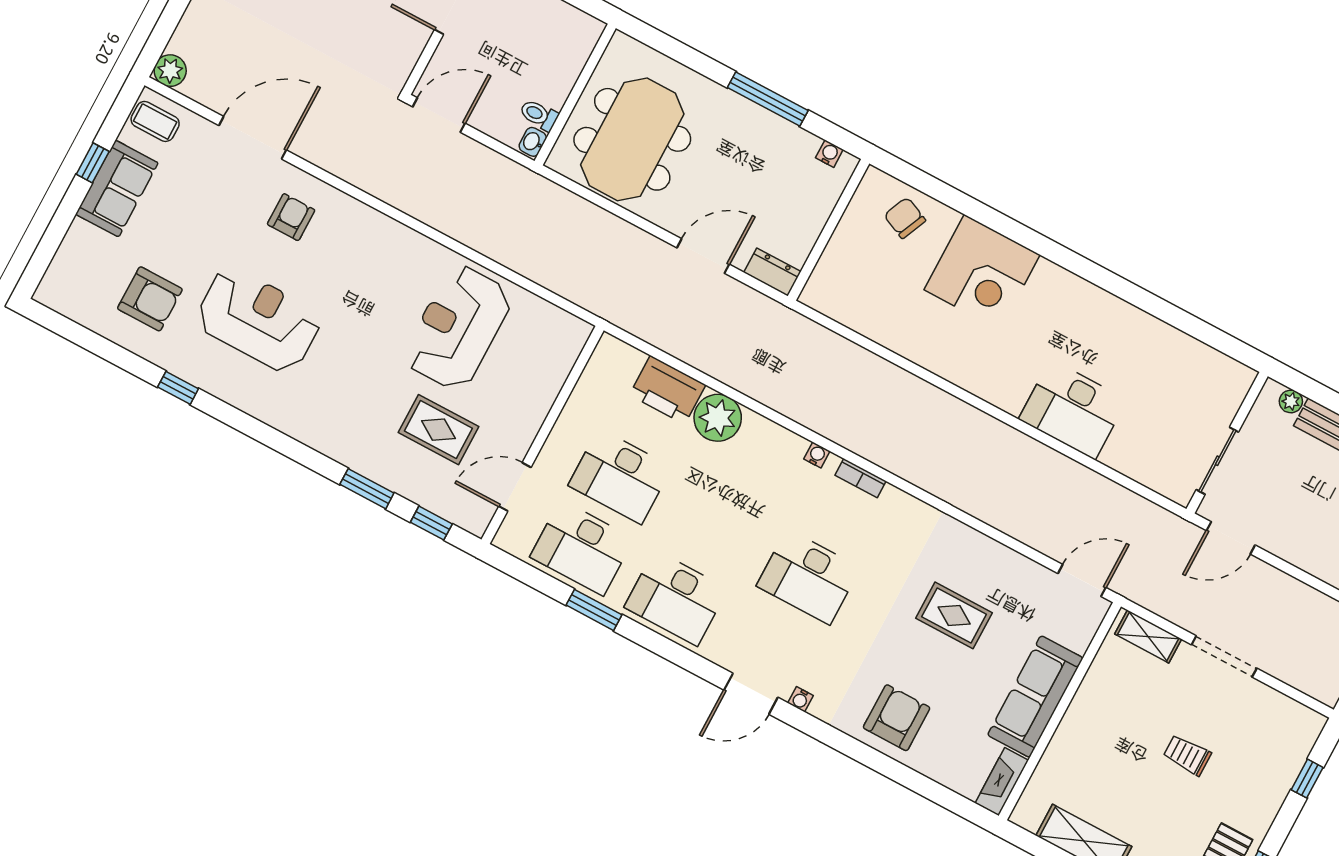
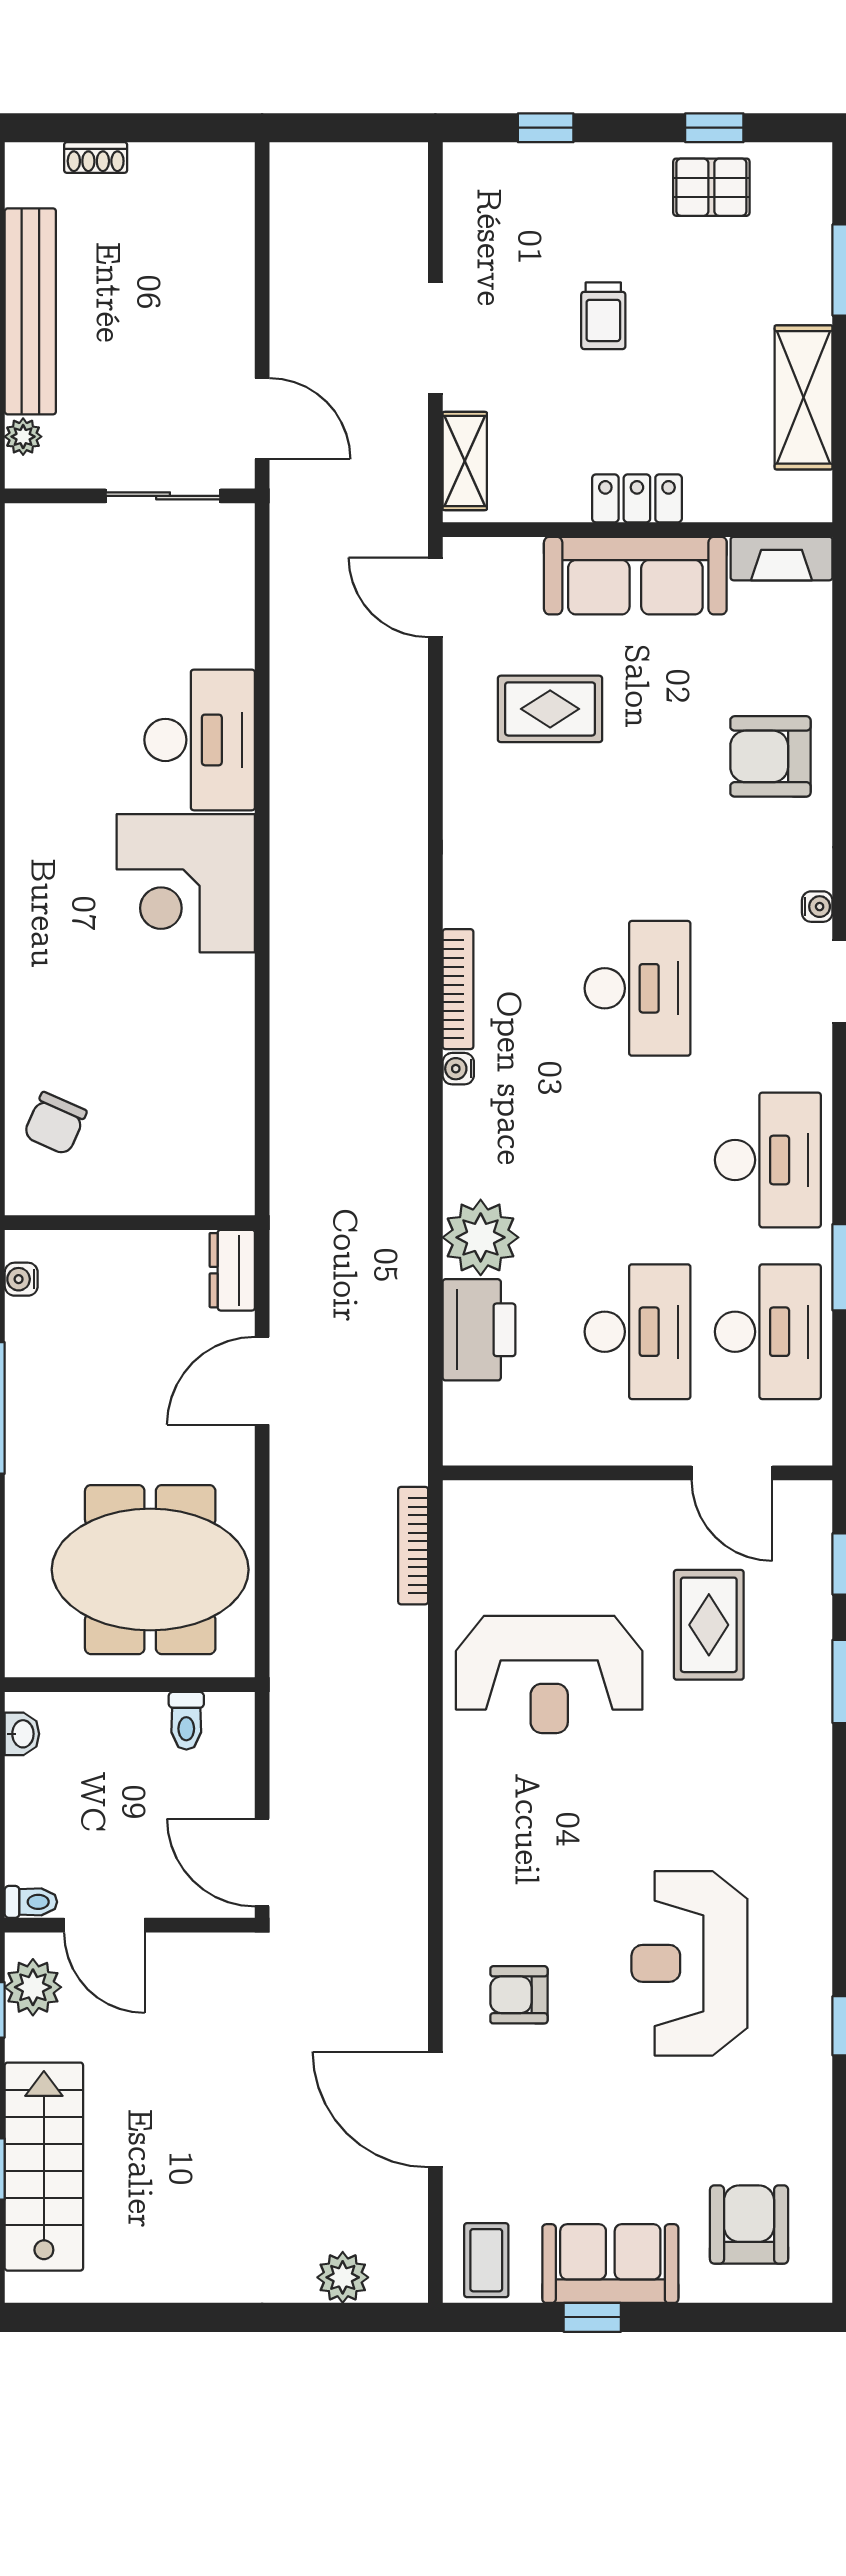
plant: (170, 71) -> (343, 2277), moved
washbasin: (533, 142) -> (22, 1734), moved, turned -90
door: (703, 256) -> (262, 1381), hinge flipped
corner desk: (982, 272) -> (186, 883), moved, turned 180
bookcase: (568, 291) -> (413, 1546), added
armchair: (150, 299) -> (749, 2225), moved
bookcase: (860, 478) -> (458, 989), width x1.56
rug: (954, 615) -> (550, 709), moved, turned 90
locker: (1077, 720) -> (637, 498), added

